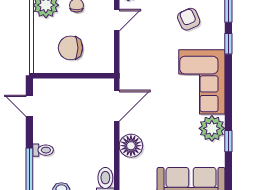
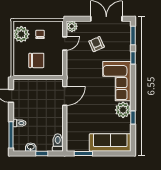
armchair: (189, 19) -> (97, 44), moved
chair: (70, 48) -> (36, 60), turned 180
floor lamp: (131, 146) -> (73, 120), removed

